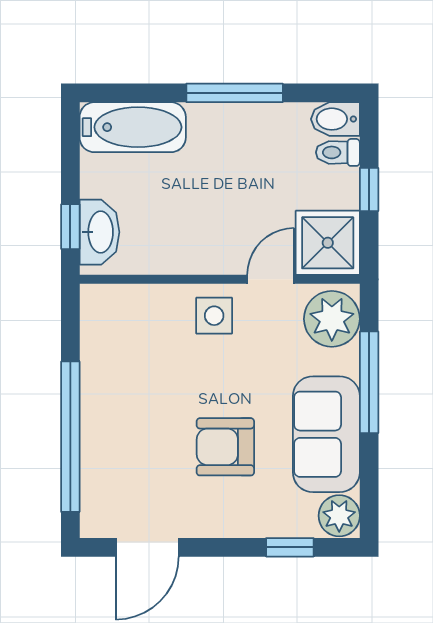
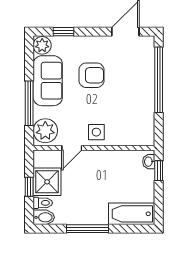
washbasin: (99, 232) -> (149, 162), width x0.52, depth x0.69
shower: (328, 243) -> (47, 182), moved

